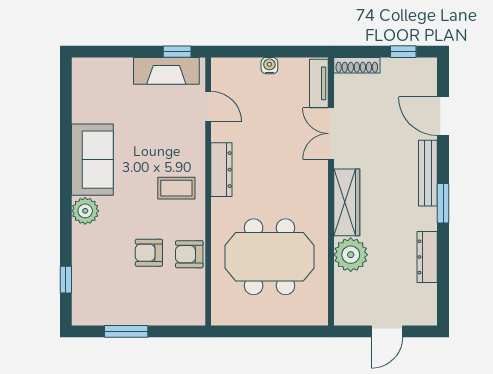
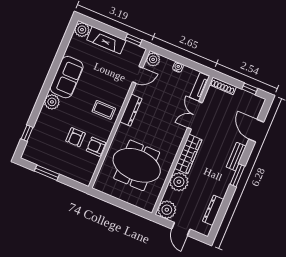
plant: (85, 70) -> (82, 30), added
plant: (223, 70) -> (153, 59), added
fireplace: (166, 71) -> (106, 40), moved
door: (208, 107) -> (138, 75), hinge flipped
bench: (428, 173) -> (236, 157), width x0.73
armchair: (149, 253) -> (76, 137), turned -90
dresser: (427, 257) -> (213, 210), moved
plant: (350, 309) -> (167, 210), added
door: (387, 331) -> (181, 229), hinge flipped

